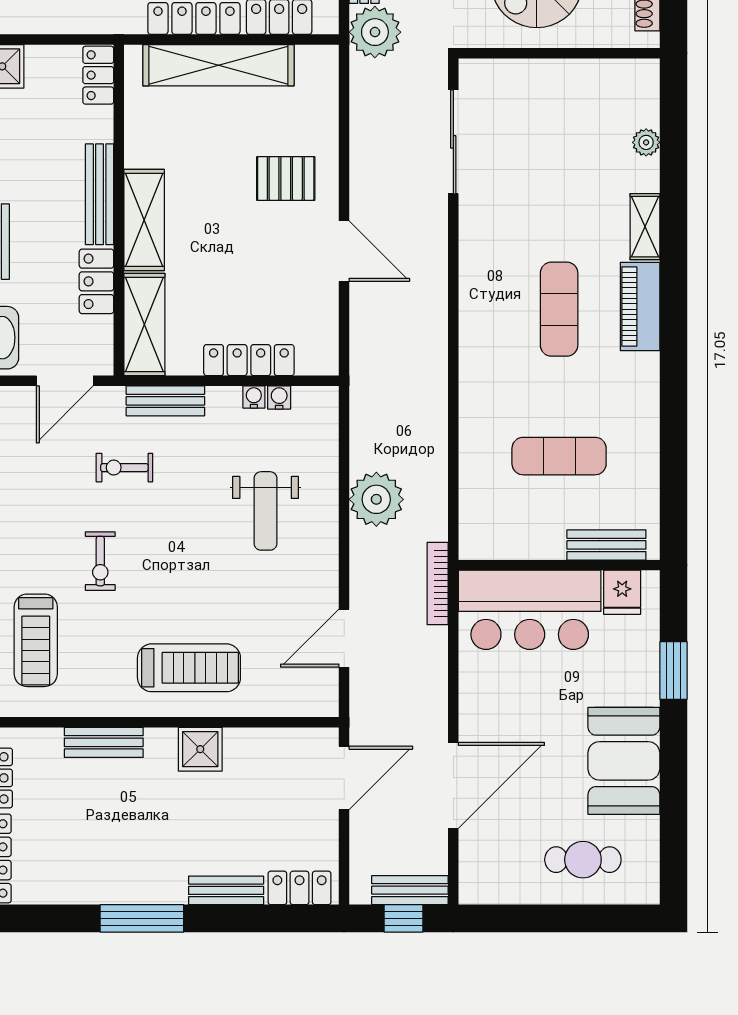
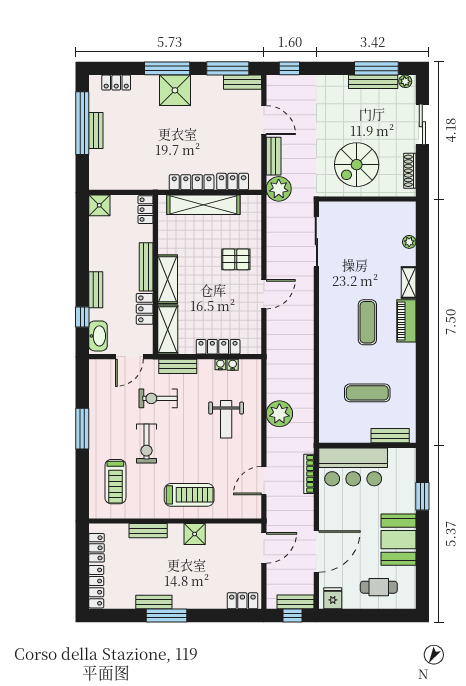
door: (344, 251) -> (264, 294), hinge flipped
exercise bike: (124, 468) -> (158, 398), width x1.38, depth x1.39
exercise bike: (100, 561) -> (146, 443), width x1.38, depth x1.39
bookcase: (438, 584) -> (309, 474), moved
fridge: (622, 592) -> (333, 598), moved, turned 180
bench: (226, 890) -> (154, 602), moved

